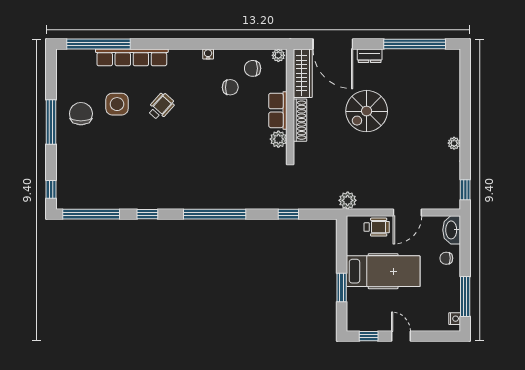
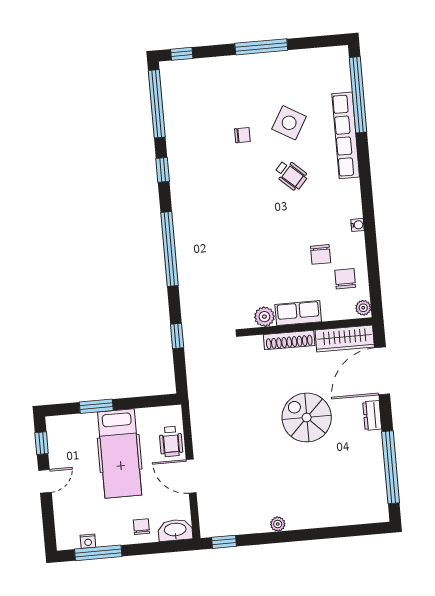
side table: (117, 104) -> (289, 123), turned 30
chair: (81, 114) -> (242, 135), moved, width x0.54, depth x0.54
plant: (348, 200) -> (199, 404), removed
nightstand: (455, 319) -> (88, 541), moved

